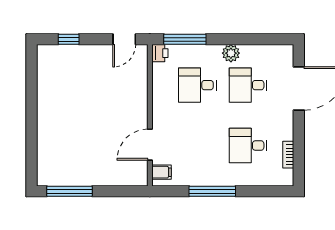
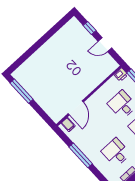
door: (124, 39) -> (105, 45), moved
door: (150, 145) -> (76, 108), swing flipped

